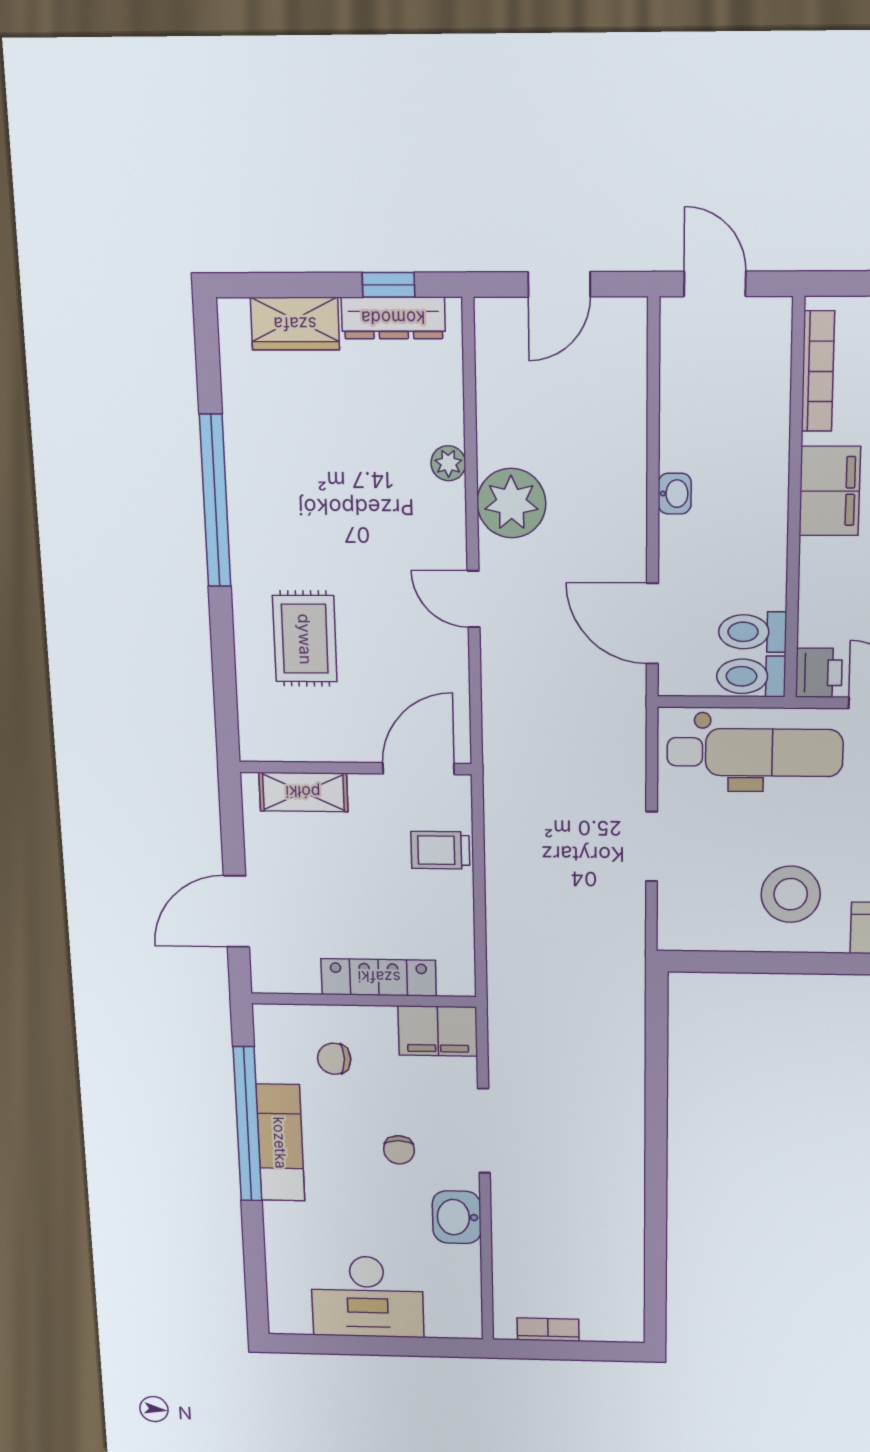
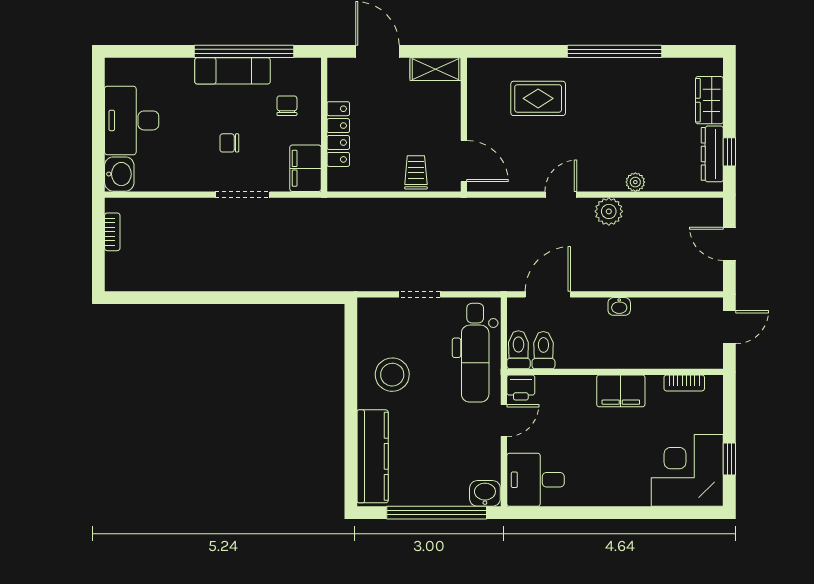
bookcase: (818, 371) -> (684, 383), width x0.64
plant: (511, 503) -> (609, 211), width x0.73, depth x0.73
shelving: (303, 792) -> (436, 69), moved, turned 90
washbasin: (457, 1217) -> (119, 174), moved, turned 90

